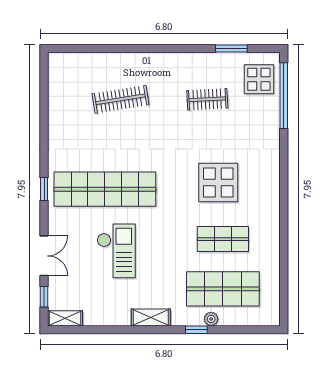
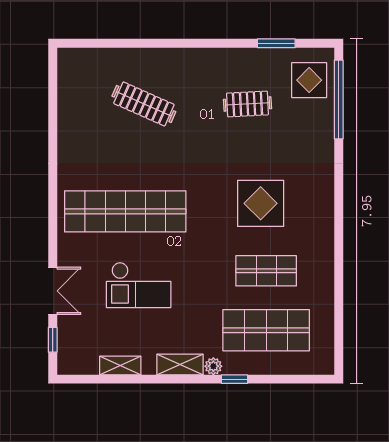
clothes rail: (120, 99) -> (144, 104), turned 33
window: (44, 189) -> (53, 211), removed
checkout: (116, 251) -> (139, 285), turned 90
shelving: (65, 318) -> (120, 366), moved
plant: (211, 319) -> (213, 366), moved

